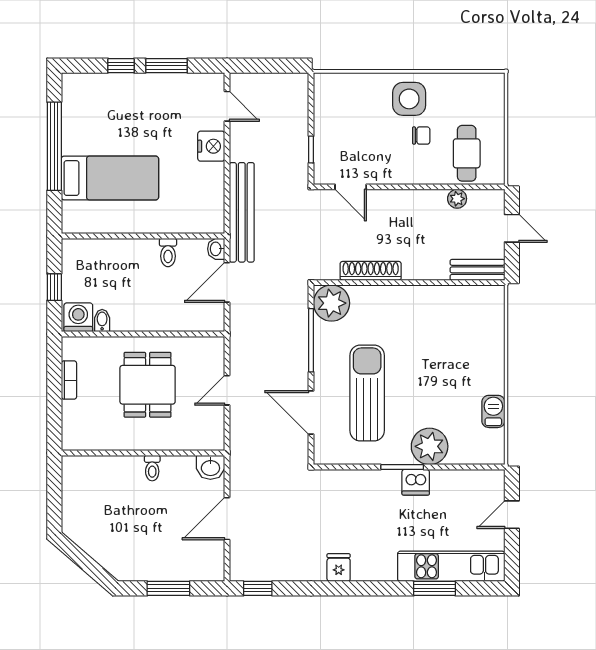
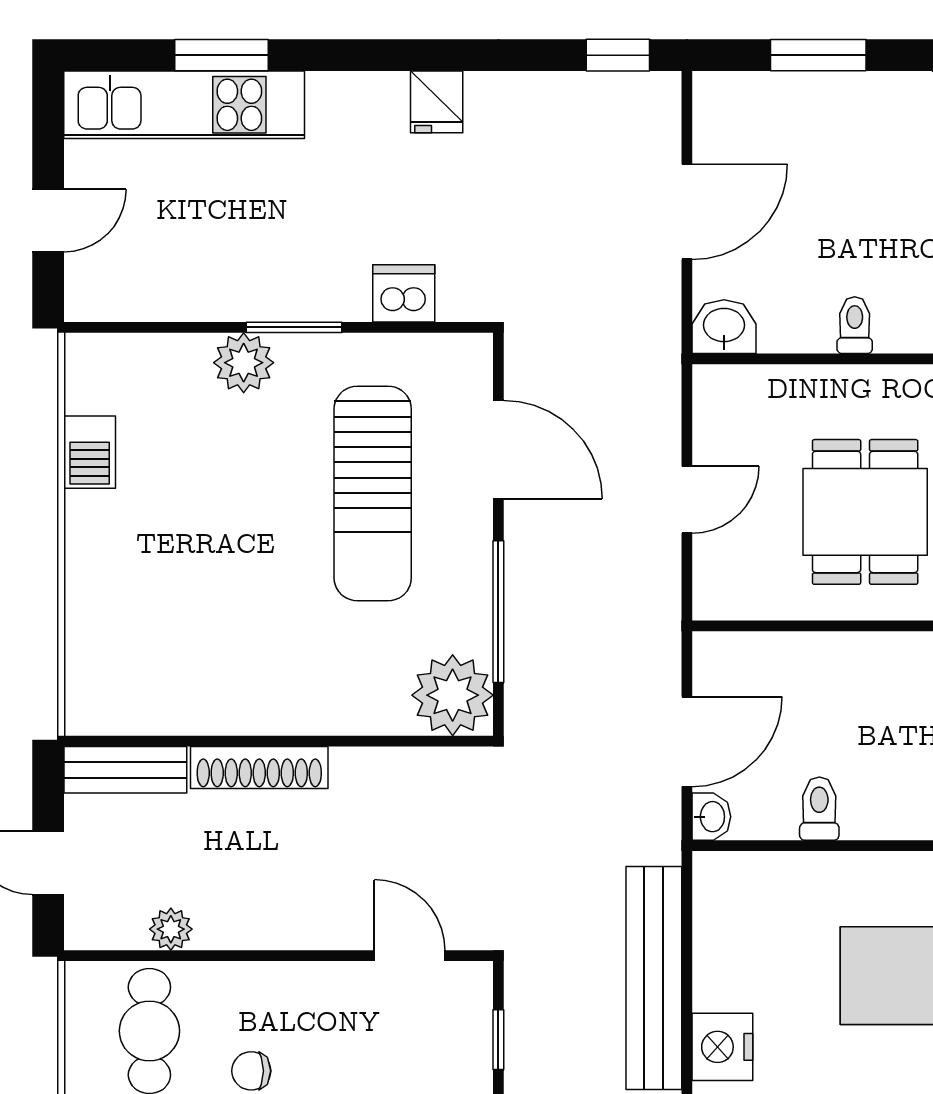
bench: (242, 212) -> (654, 978), moved
shoe rack: (371, 271) -> (259, 767), moved
plant: (430, 446) -> (244, 363), width x0.73, depth x0.73
dishwasher: (416, 482) -> (404, 293), moved

